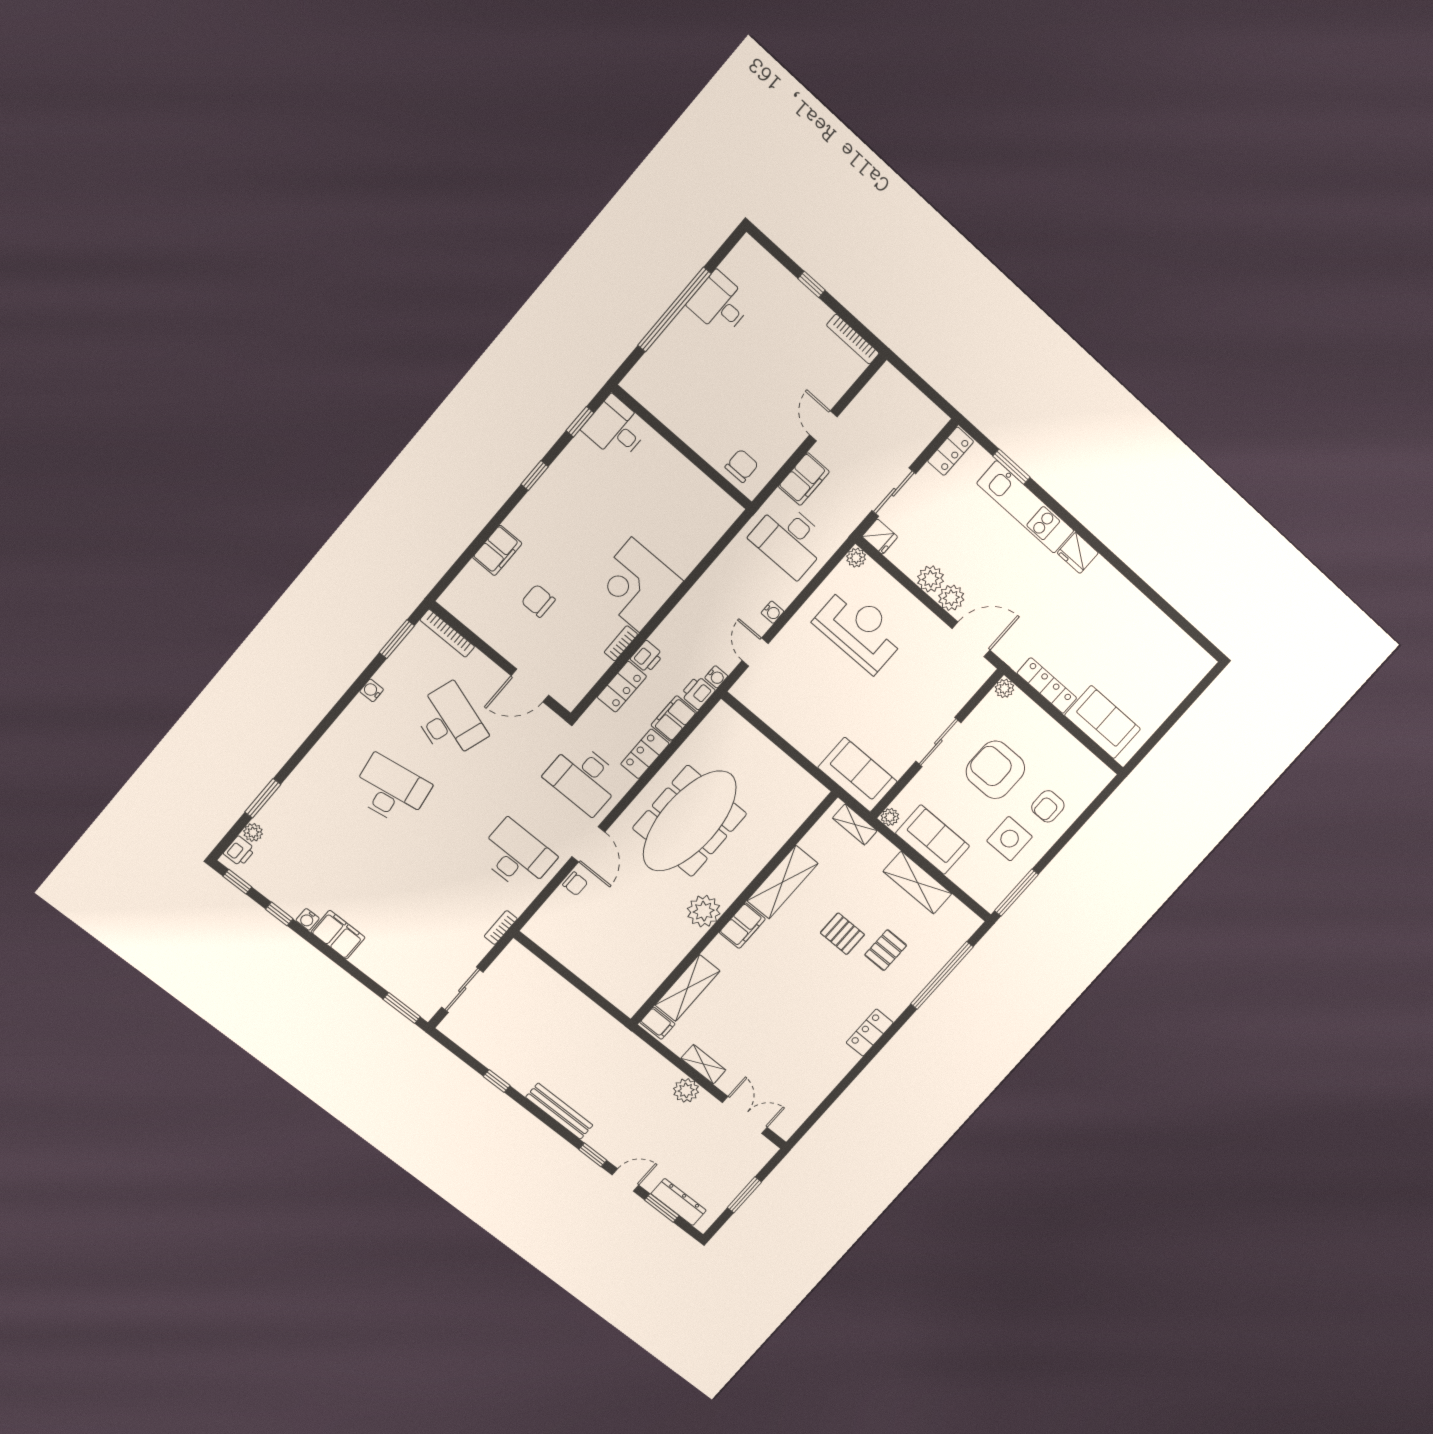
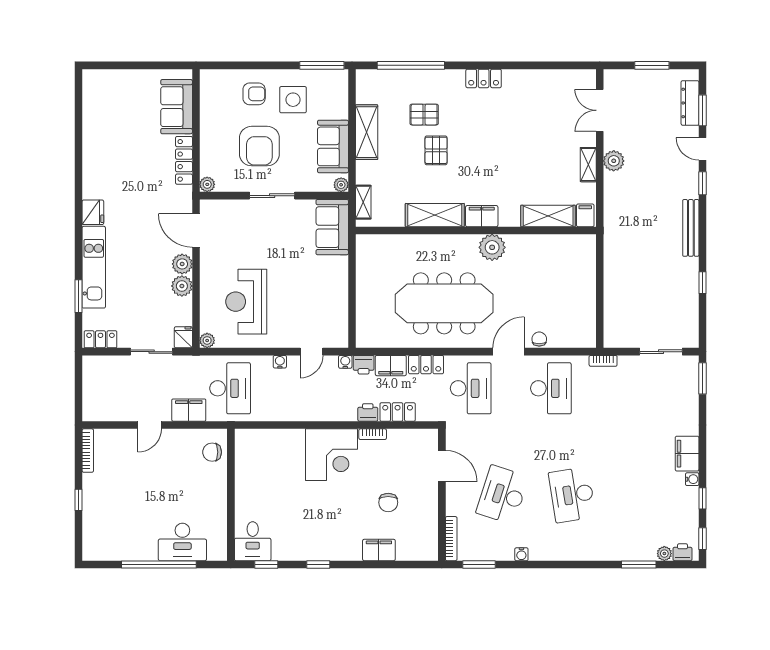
desk: (720, 304) -> (182, 542), moved, width x1.37
desk: (517, 856) -> (551, 388), turned 180

